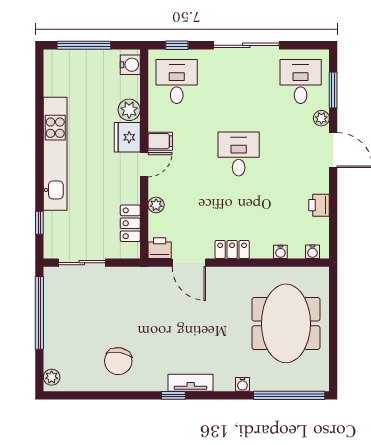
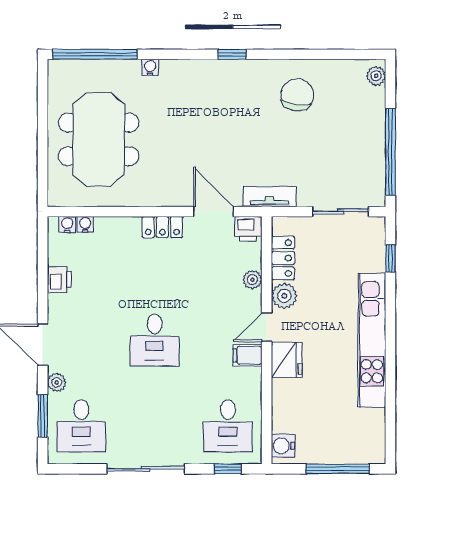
plant: (129, 110) -> (284, 296), moved
water cooler: (280, 252) -> (85, 224), moved
tv unit: (191, 383) -> (270, 197), moved, turned 180

